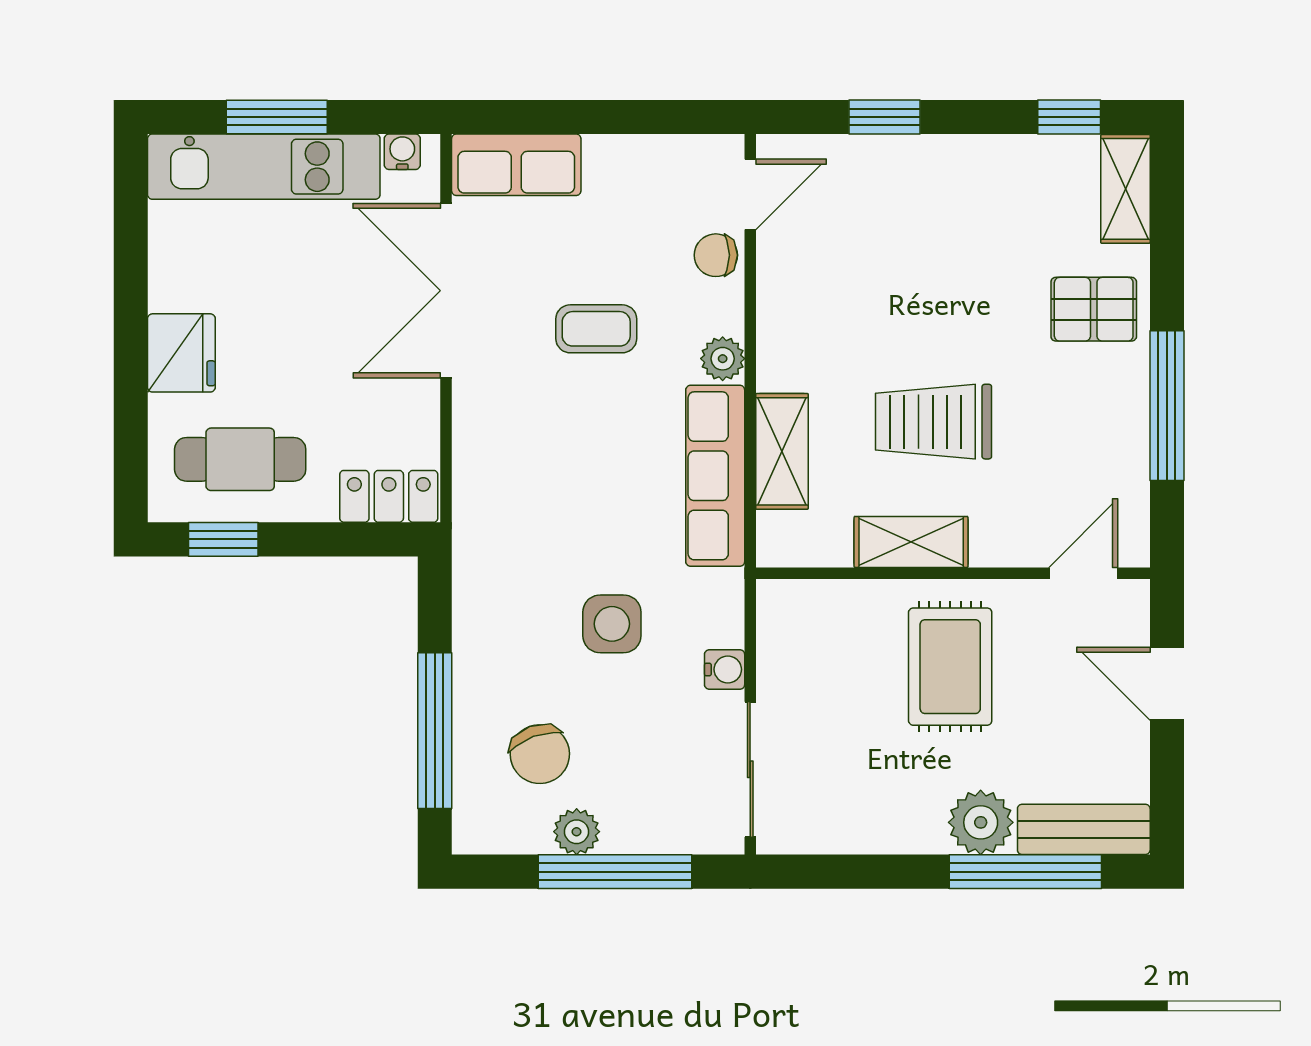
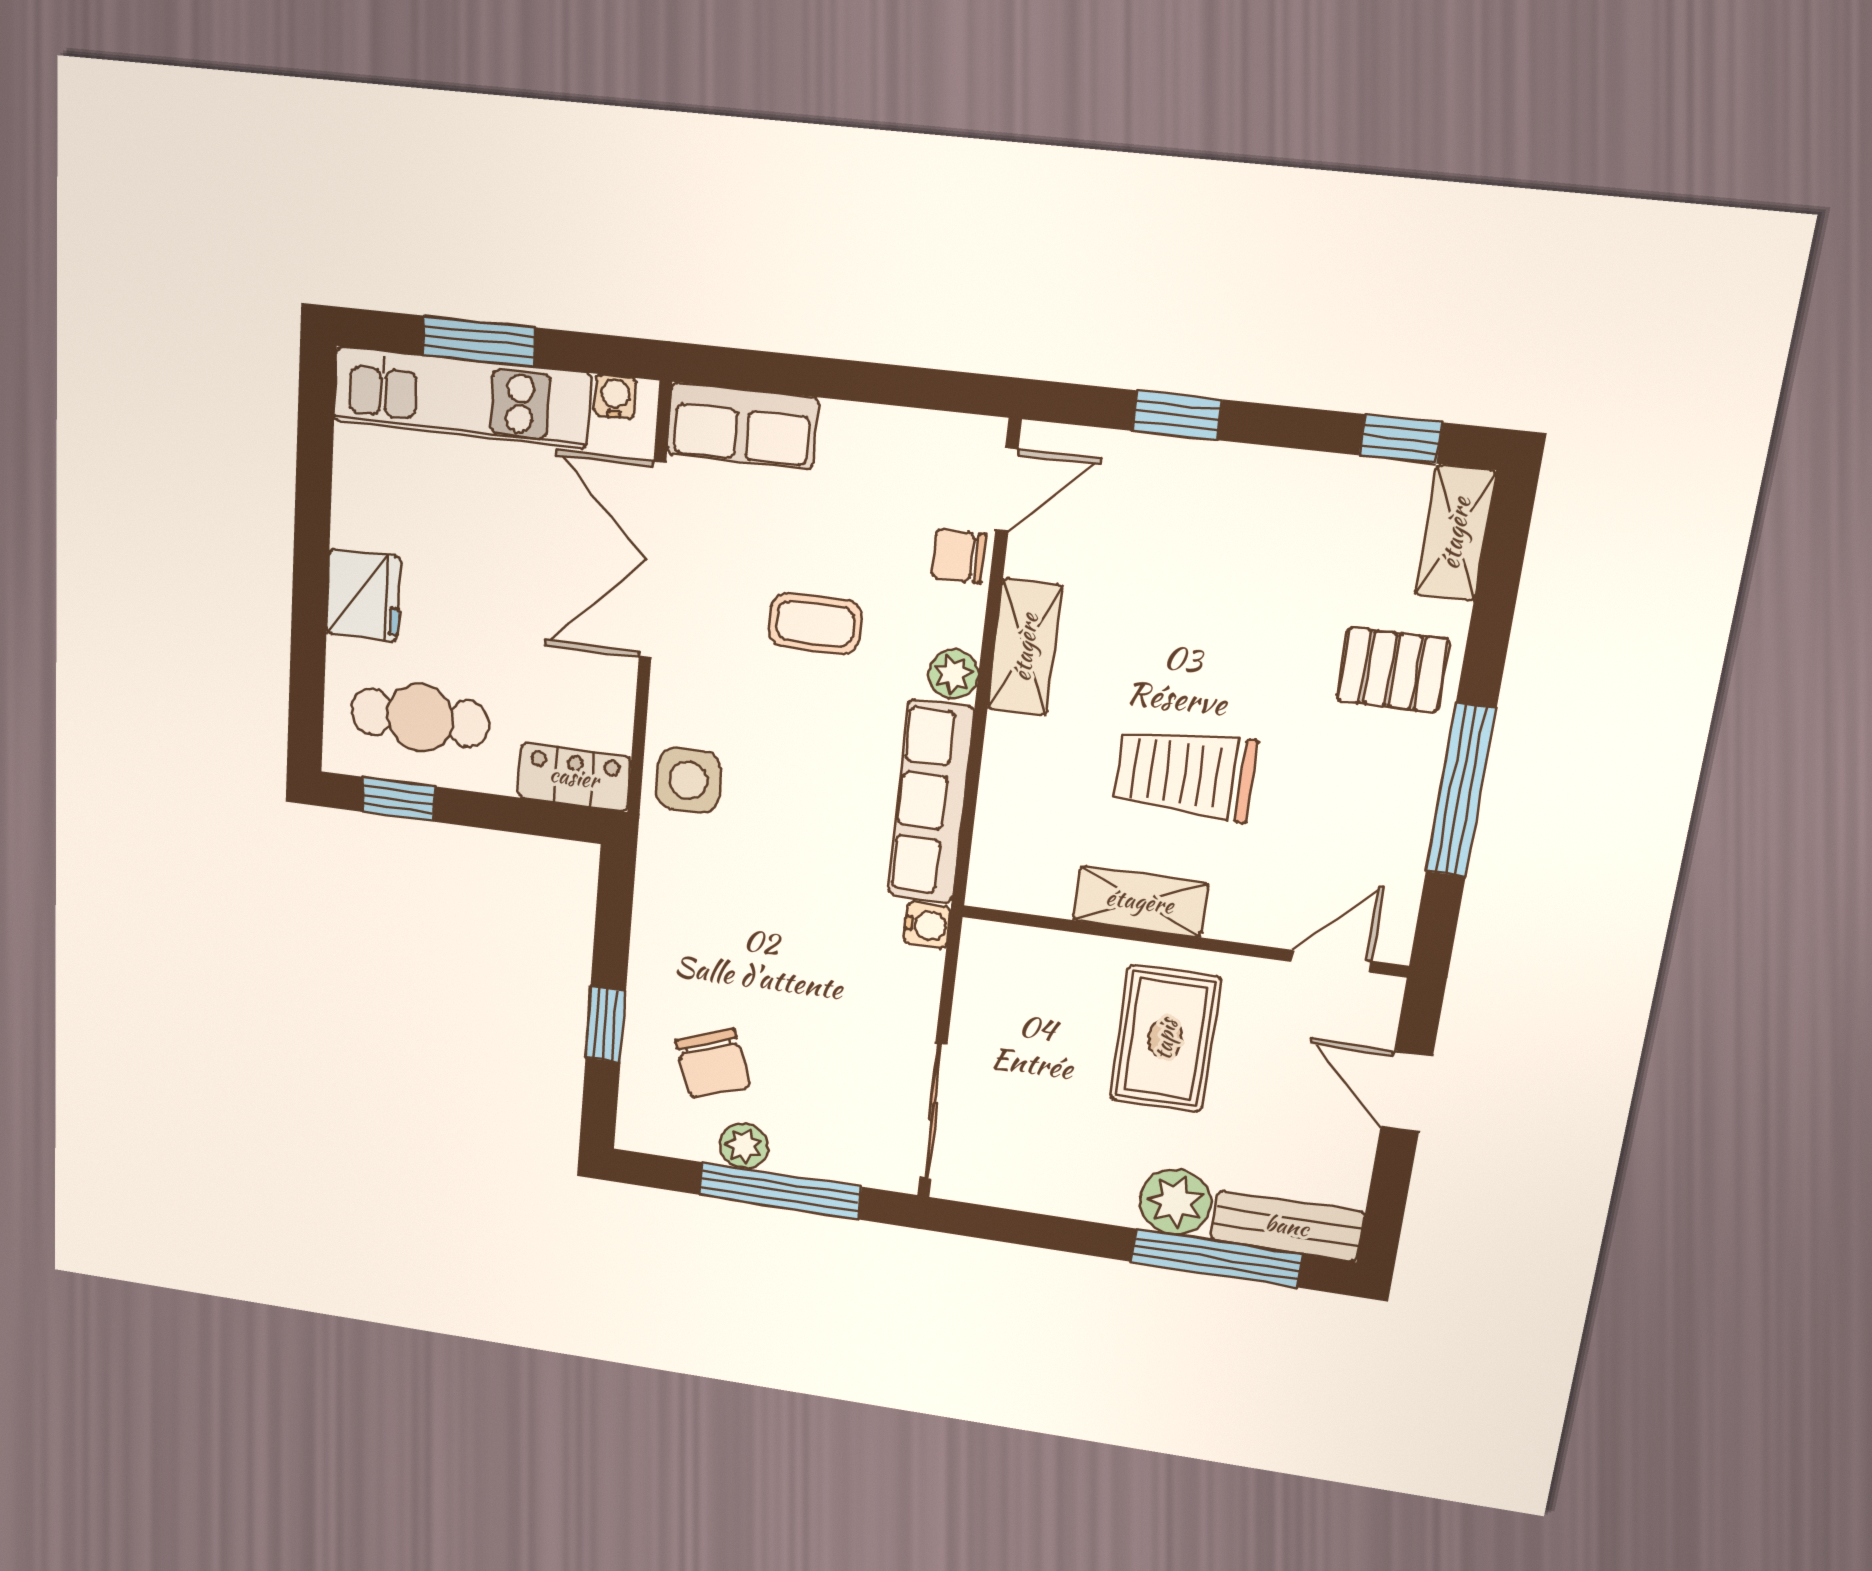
shelving: (782, 451) -> (1025, 647), moved
side table: (612, 624) -> (688, 780), moved
water cooler: (725, 669) -> (927, 925), moved
window: (435, 731) -> (606, 1024), width x0.46

